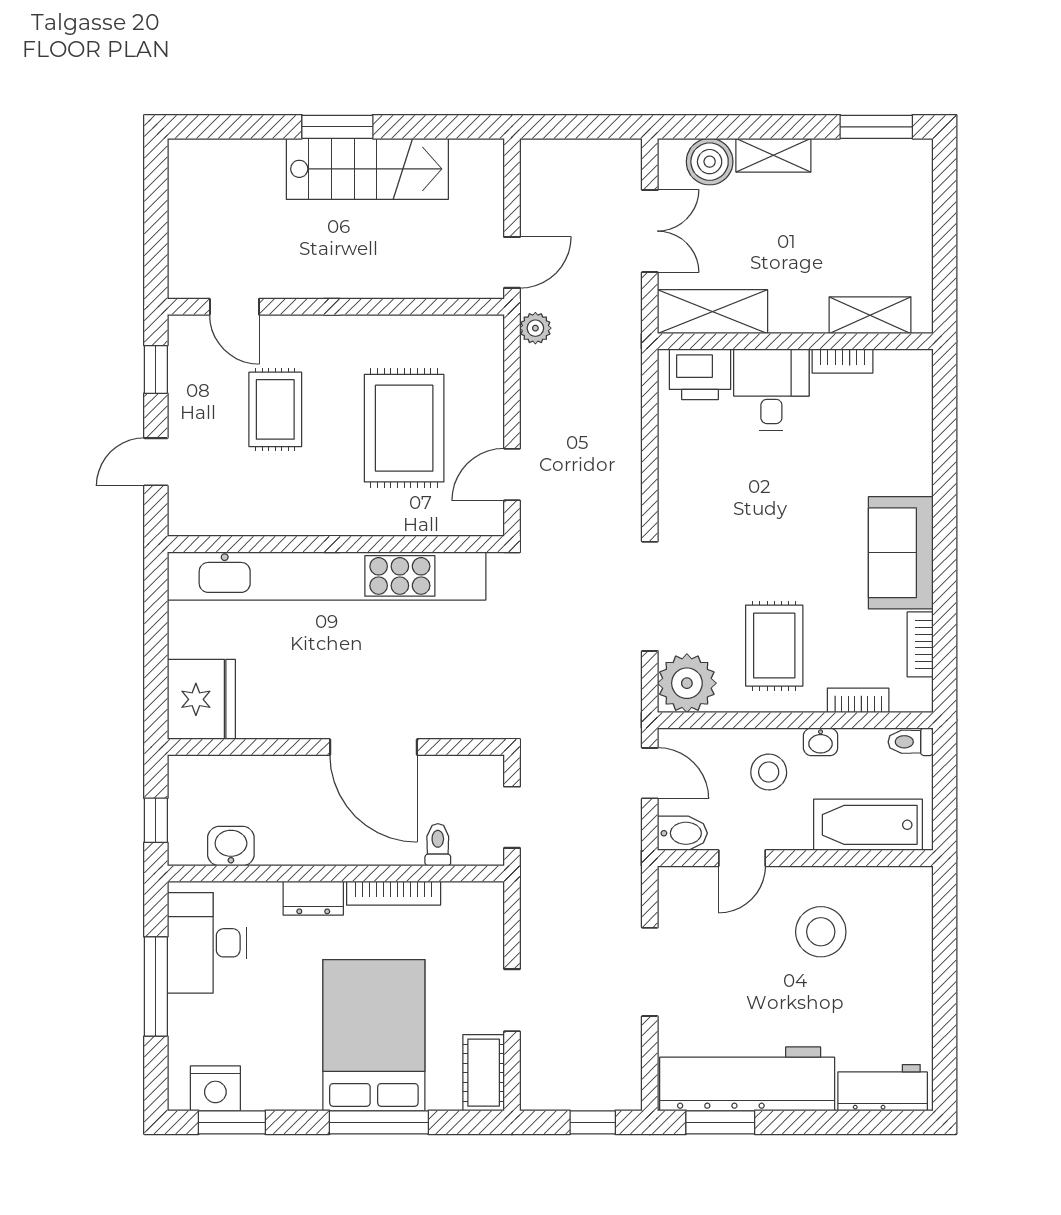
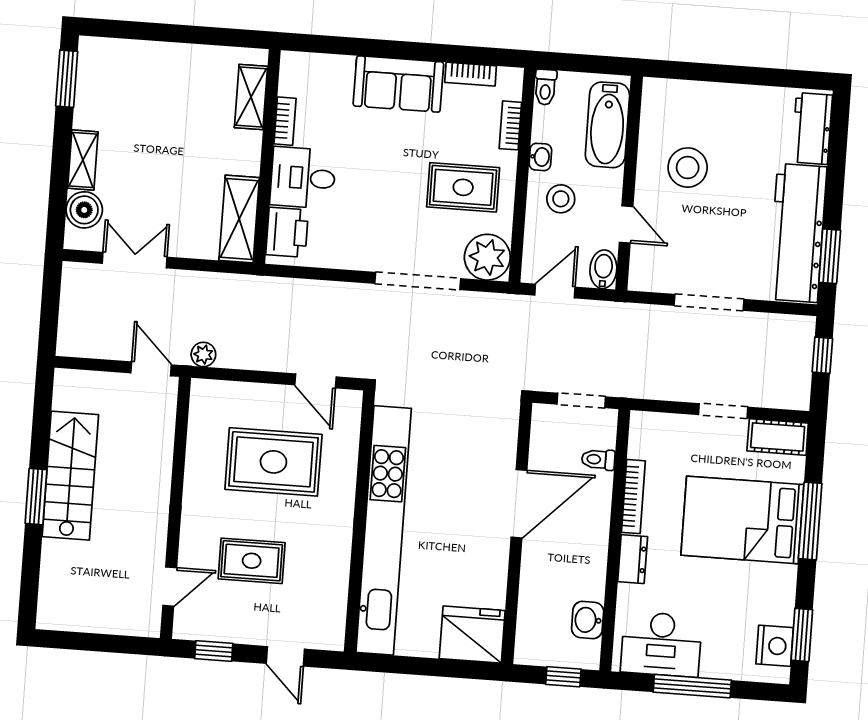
shelving: (713, 312) -> (239, 219), moved
shelving: (870, 315) -> (251, 97), moved
wall: (795, 341) -> (267, 156), moved
bookcase: (842, 361) -> (285, 121), moved
printer: (700, 374) -> (287, 232), moved
desk: (771, 390) -> (303, 178), moved

